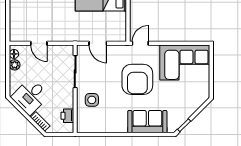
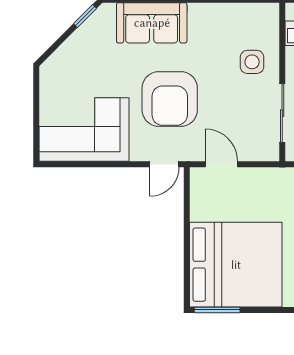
door: (98, 43) -> (221, 164), moved
armchair: (137, 79) -> (170, 99), turned 180

